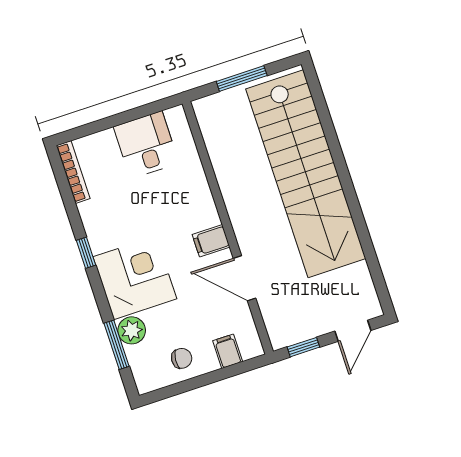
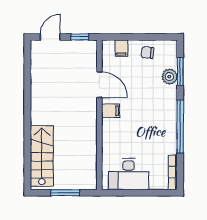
desk: (146, 145) -> (129, 174), width x1.37
stairs: (306, 174) -> (42, 156), width x0.54, depth x0.66
window: (86, 253) -> (180, 127), width x3.17
corner desk: (135, 278) -> (158, 104), removed

